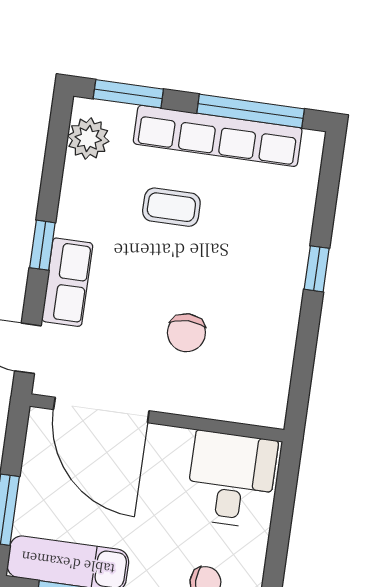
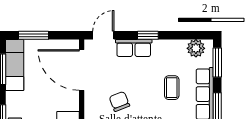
chair: (186, 333) -> (119, 101), turned 69
door: (101, 410) -> (82, 70), hinge flipped

